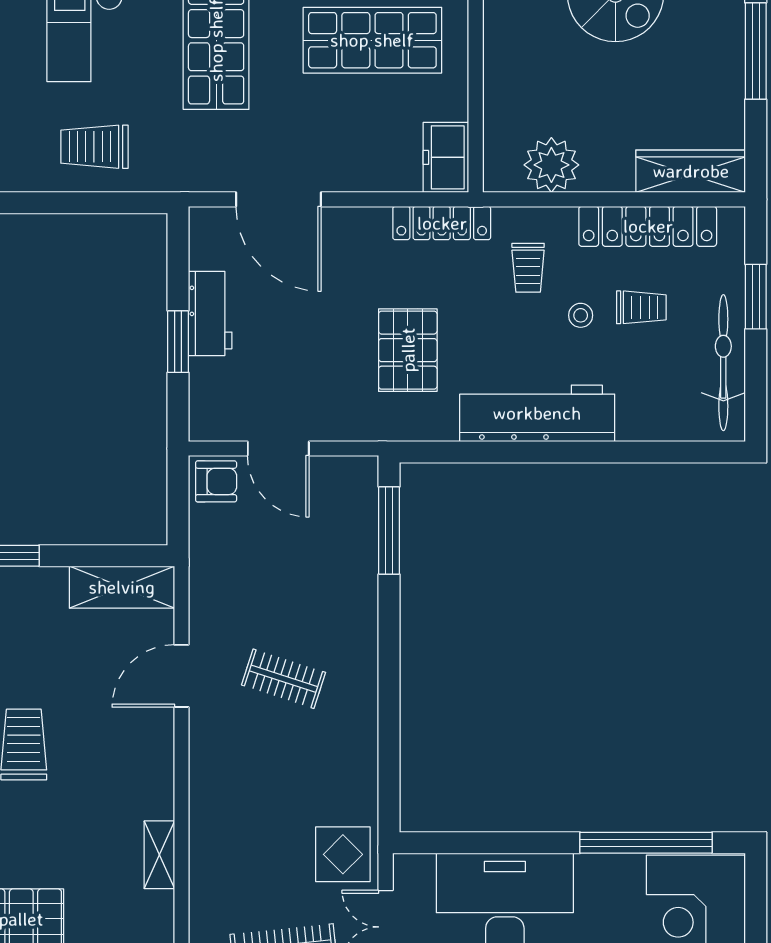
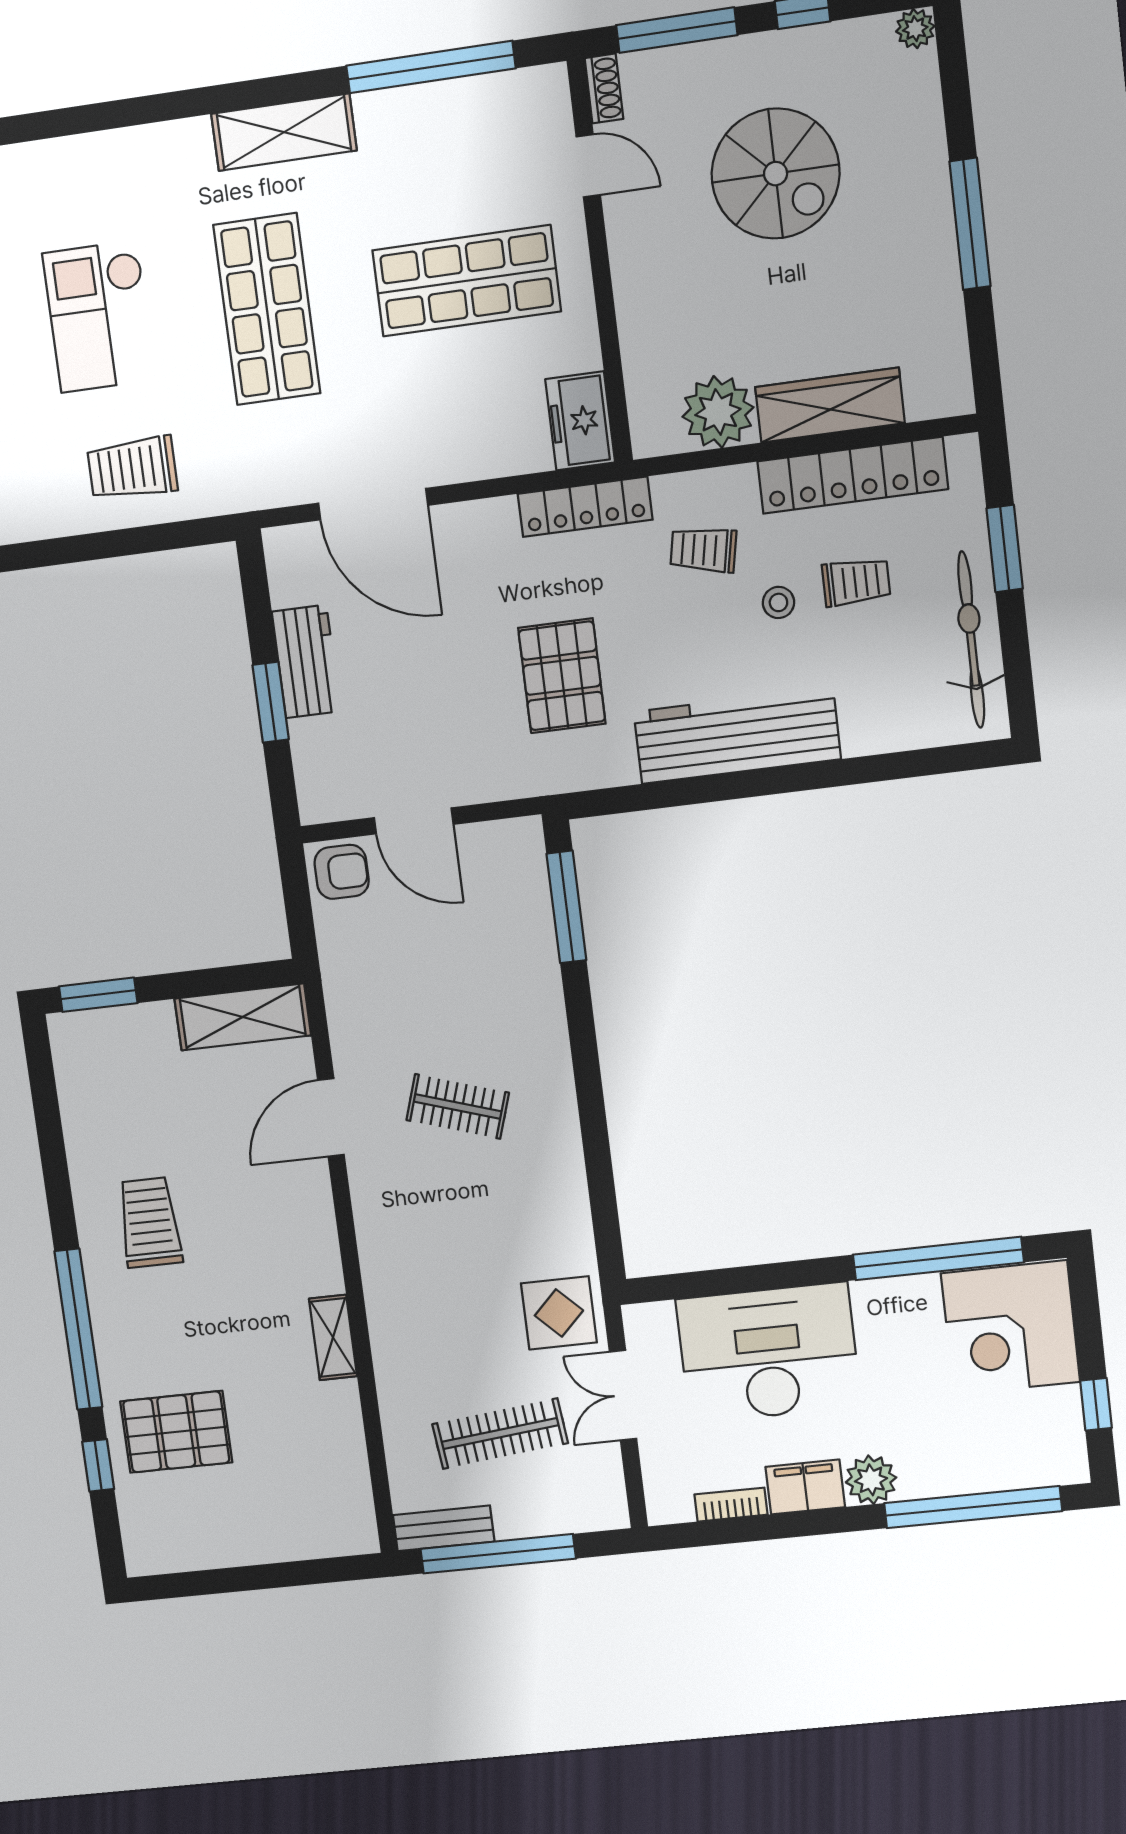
wardrobe: (691, 171) -> (830, 405), moved
trolley: (528, 268) -> (703, 550), turned 101

